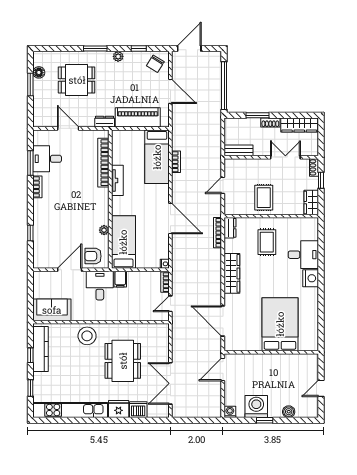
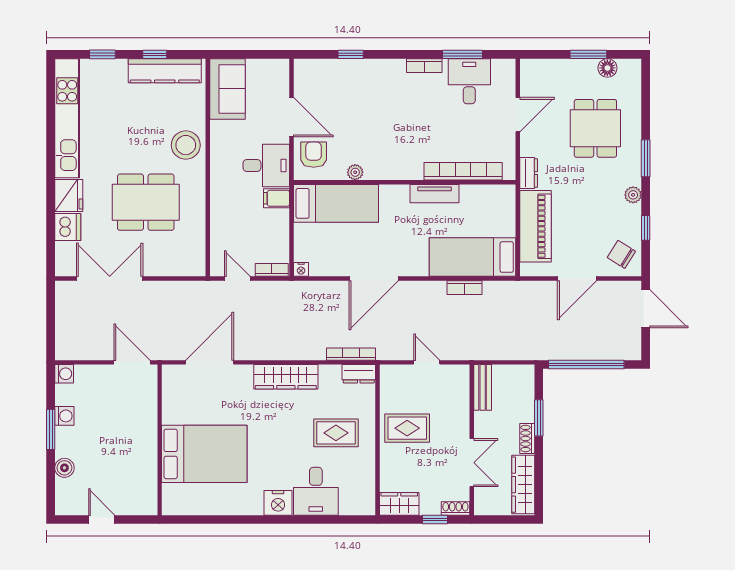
washing machine: (256, 406) -> (64, 416), width x0.53, depth x0.53
window: (265, 420) -> (51, 429), width x1.50

